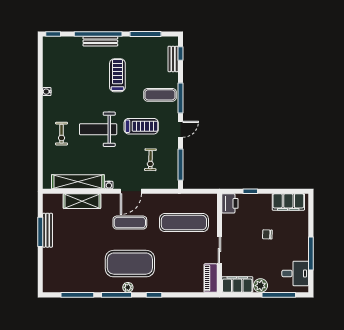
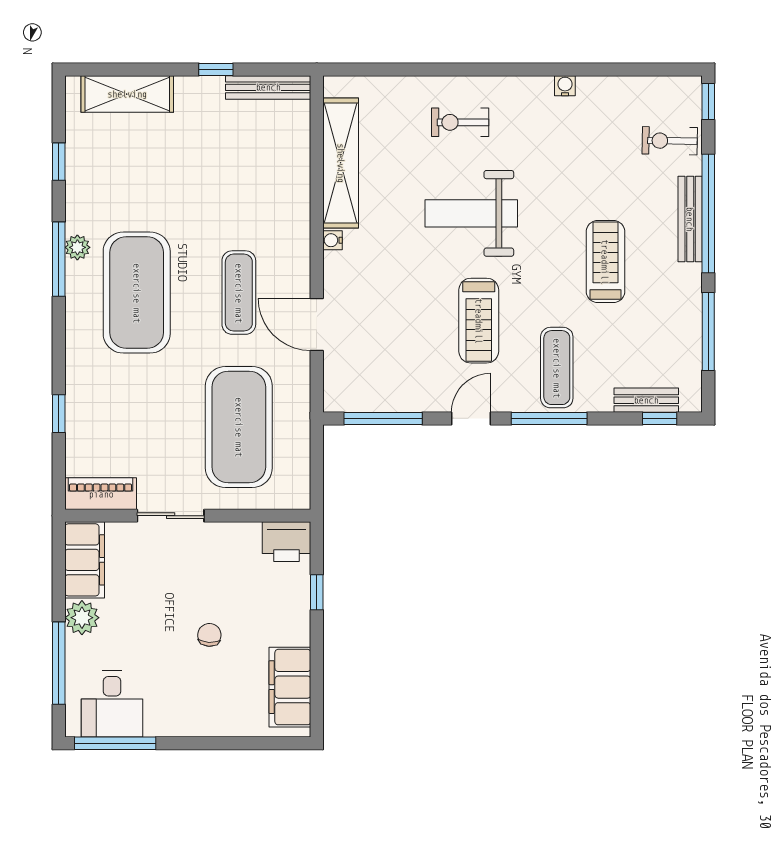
treadmill: (117, 75) -> (605, 262), turned -90
weight bench: (98, 129) -> (471, 213), turned -90
door: (180, 129) -> (471, 418), swing flipped
exercise bike: (150, 160) -> (670, 141), moved
door: (131, 191) -> (317, 324), moved
shelving: (82, 201) -> (127, 94), moved, turned 90
exercise mat: (184, 223) -> (239, 427), width x1.47
bench: (47, 230) -> (268, 87), moved
window: (40, 232) -> (216, 69), width x0.46
window: (311, 253) -> (115, 743), moved
plant: (128, 287) -> (77, 247), moved
window: (77, 295) -> (59, 162), width x0.46
window: (154, 295) -> (59, 414), moved

